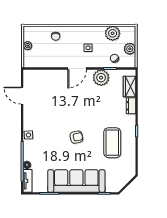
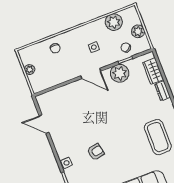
door: (77, 69) -> (91, 73), hinge flipped
armchair: (76, 137) -> (96, 152), moved

